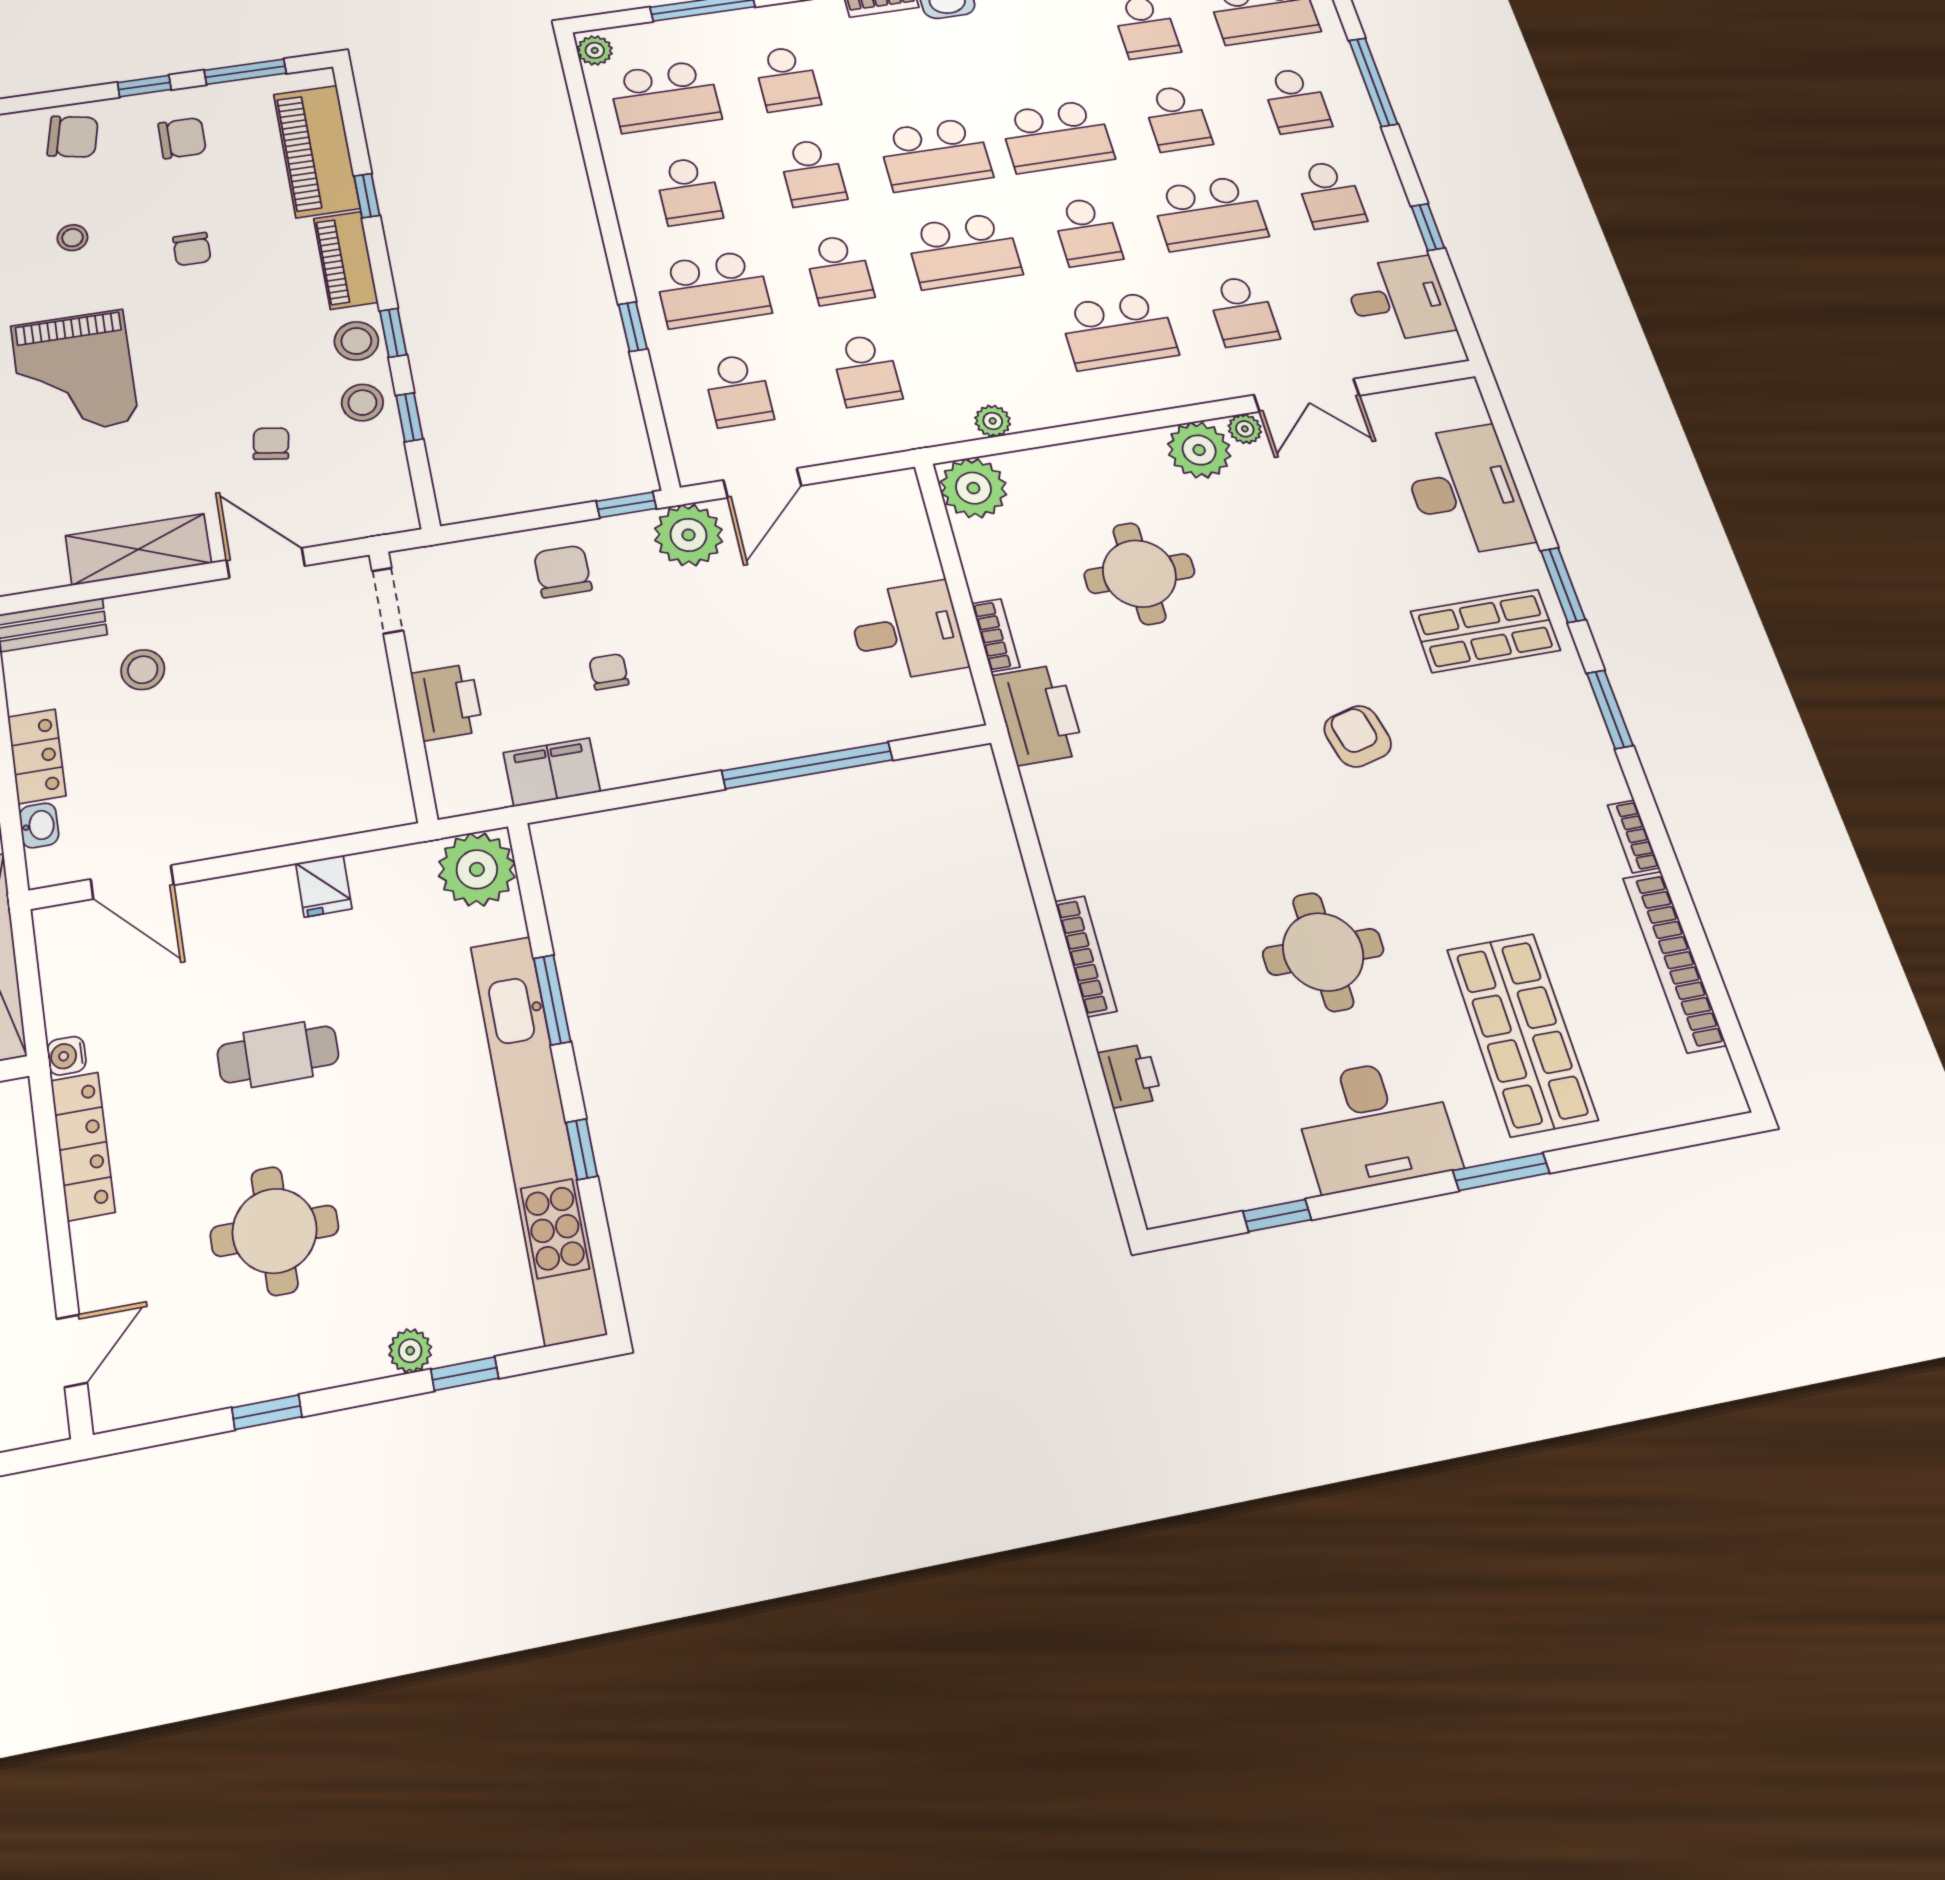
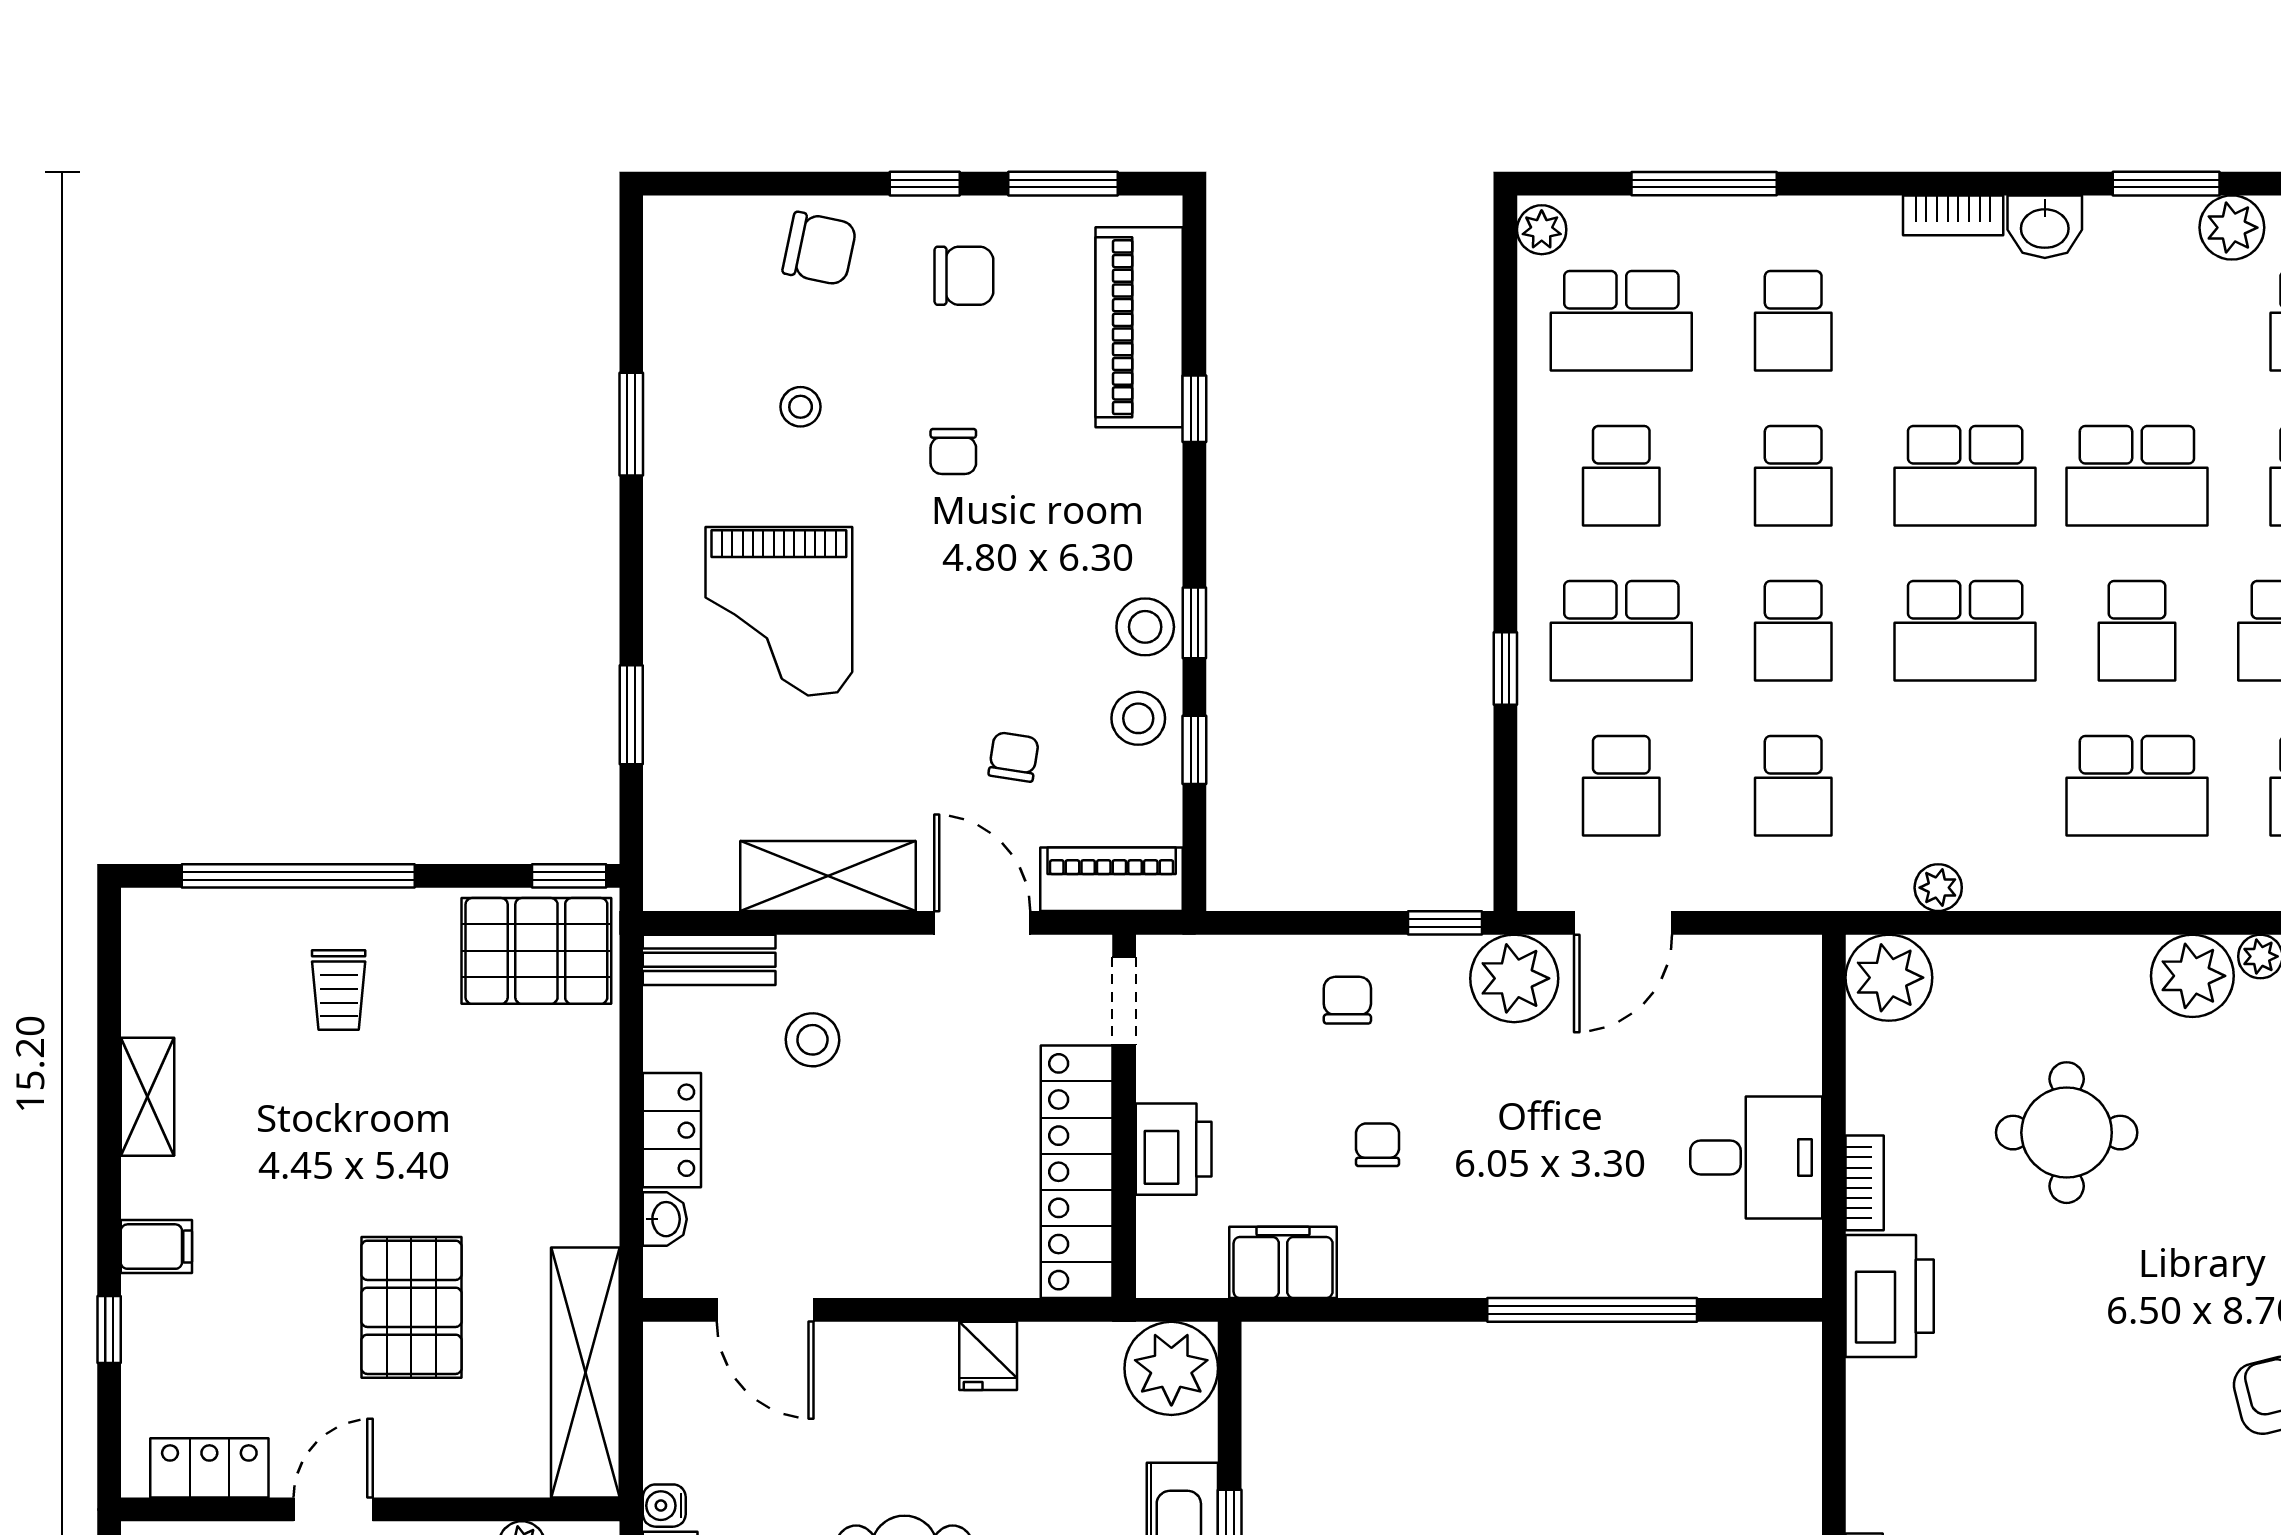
piano: (346, 260) -> (1112, 879), moved, turned 90
chair: (563, 571) -> (1347, 1000), width x0.73, depth x0.73
locker: (372, 732) -> (1077, 1172), added

